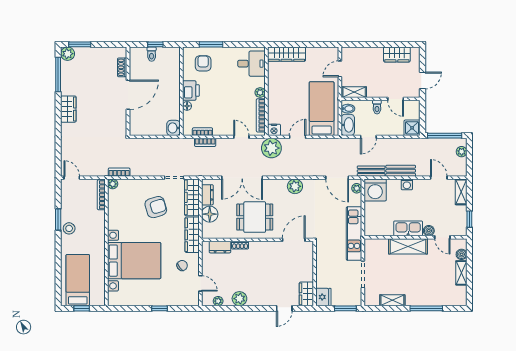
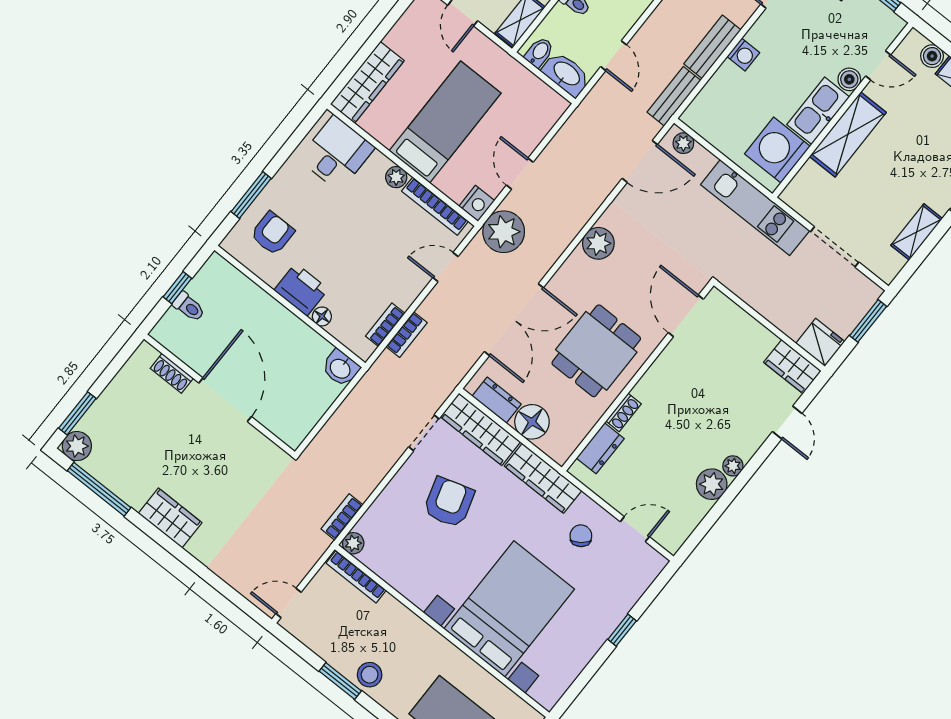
armchair: (203, 63) -> (272, 233), turned 90
bed: (322, 109) -> (445, 122), moved, turned 90
washing machine: (375, 190) -> (777, 150), moved, turned 180
plant: (218, 301) -> (733, 466), moved

